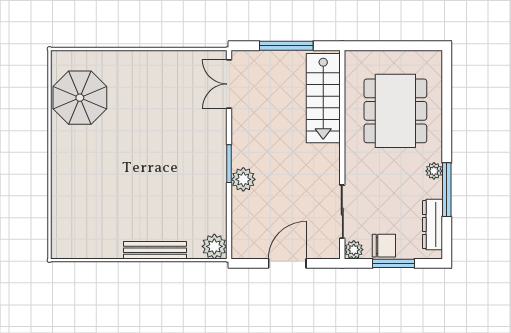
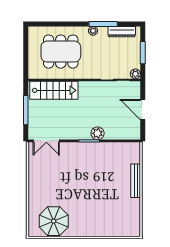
plant: (214, 246) -> (134, 149), removed
chair: (384, 246) -> (133, 58), removed

